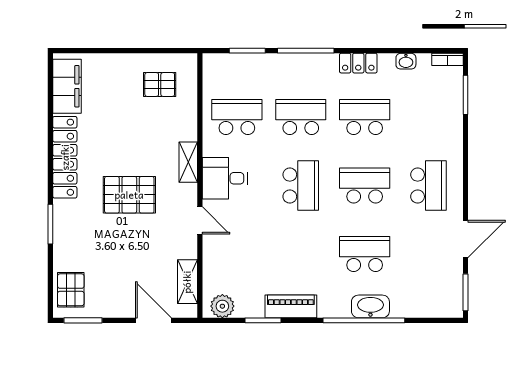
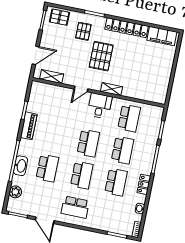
pallet: (160, 85) -> (83, 31), moved
school desk: (301, 186) -> (88, 143), turned -90
plant: (222, 306) -> (15, 192), moved

